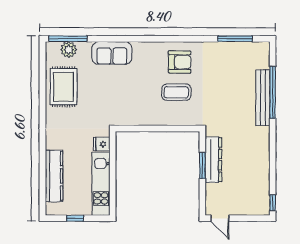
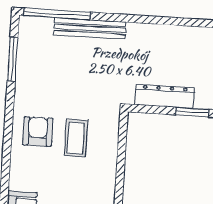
window: (273, 92) -> (57, 14), moved
window: (202, 166) -> (192, 112), moved

